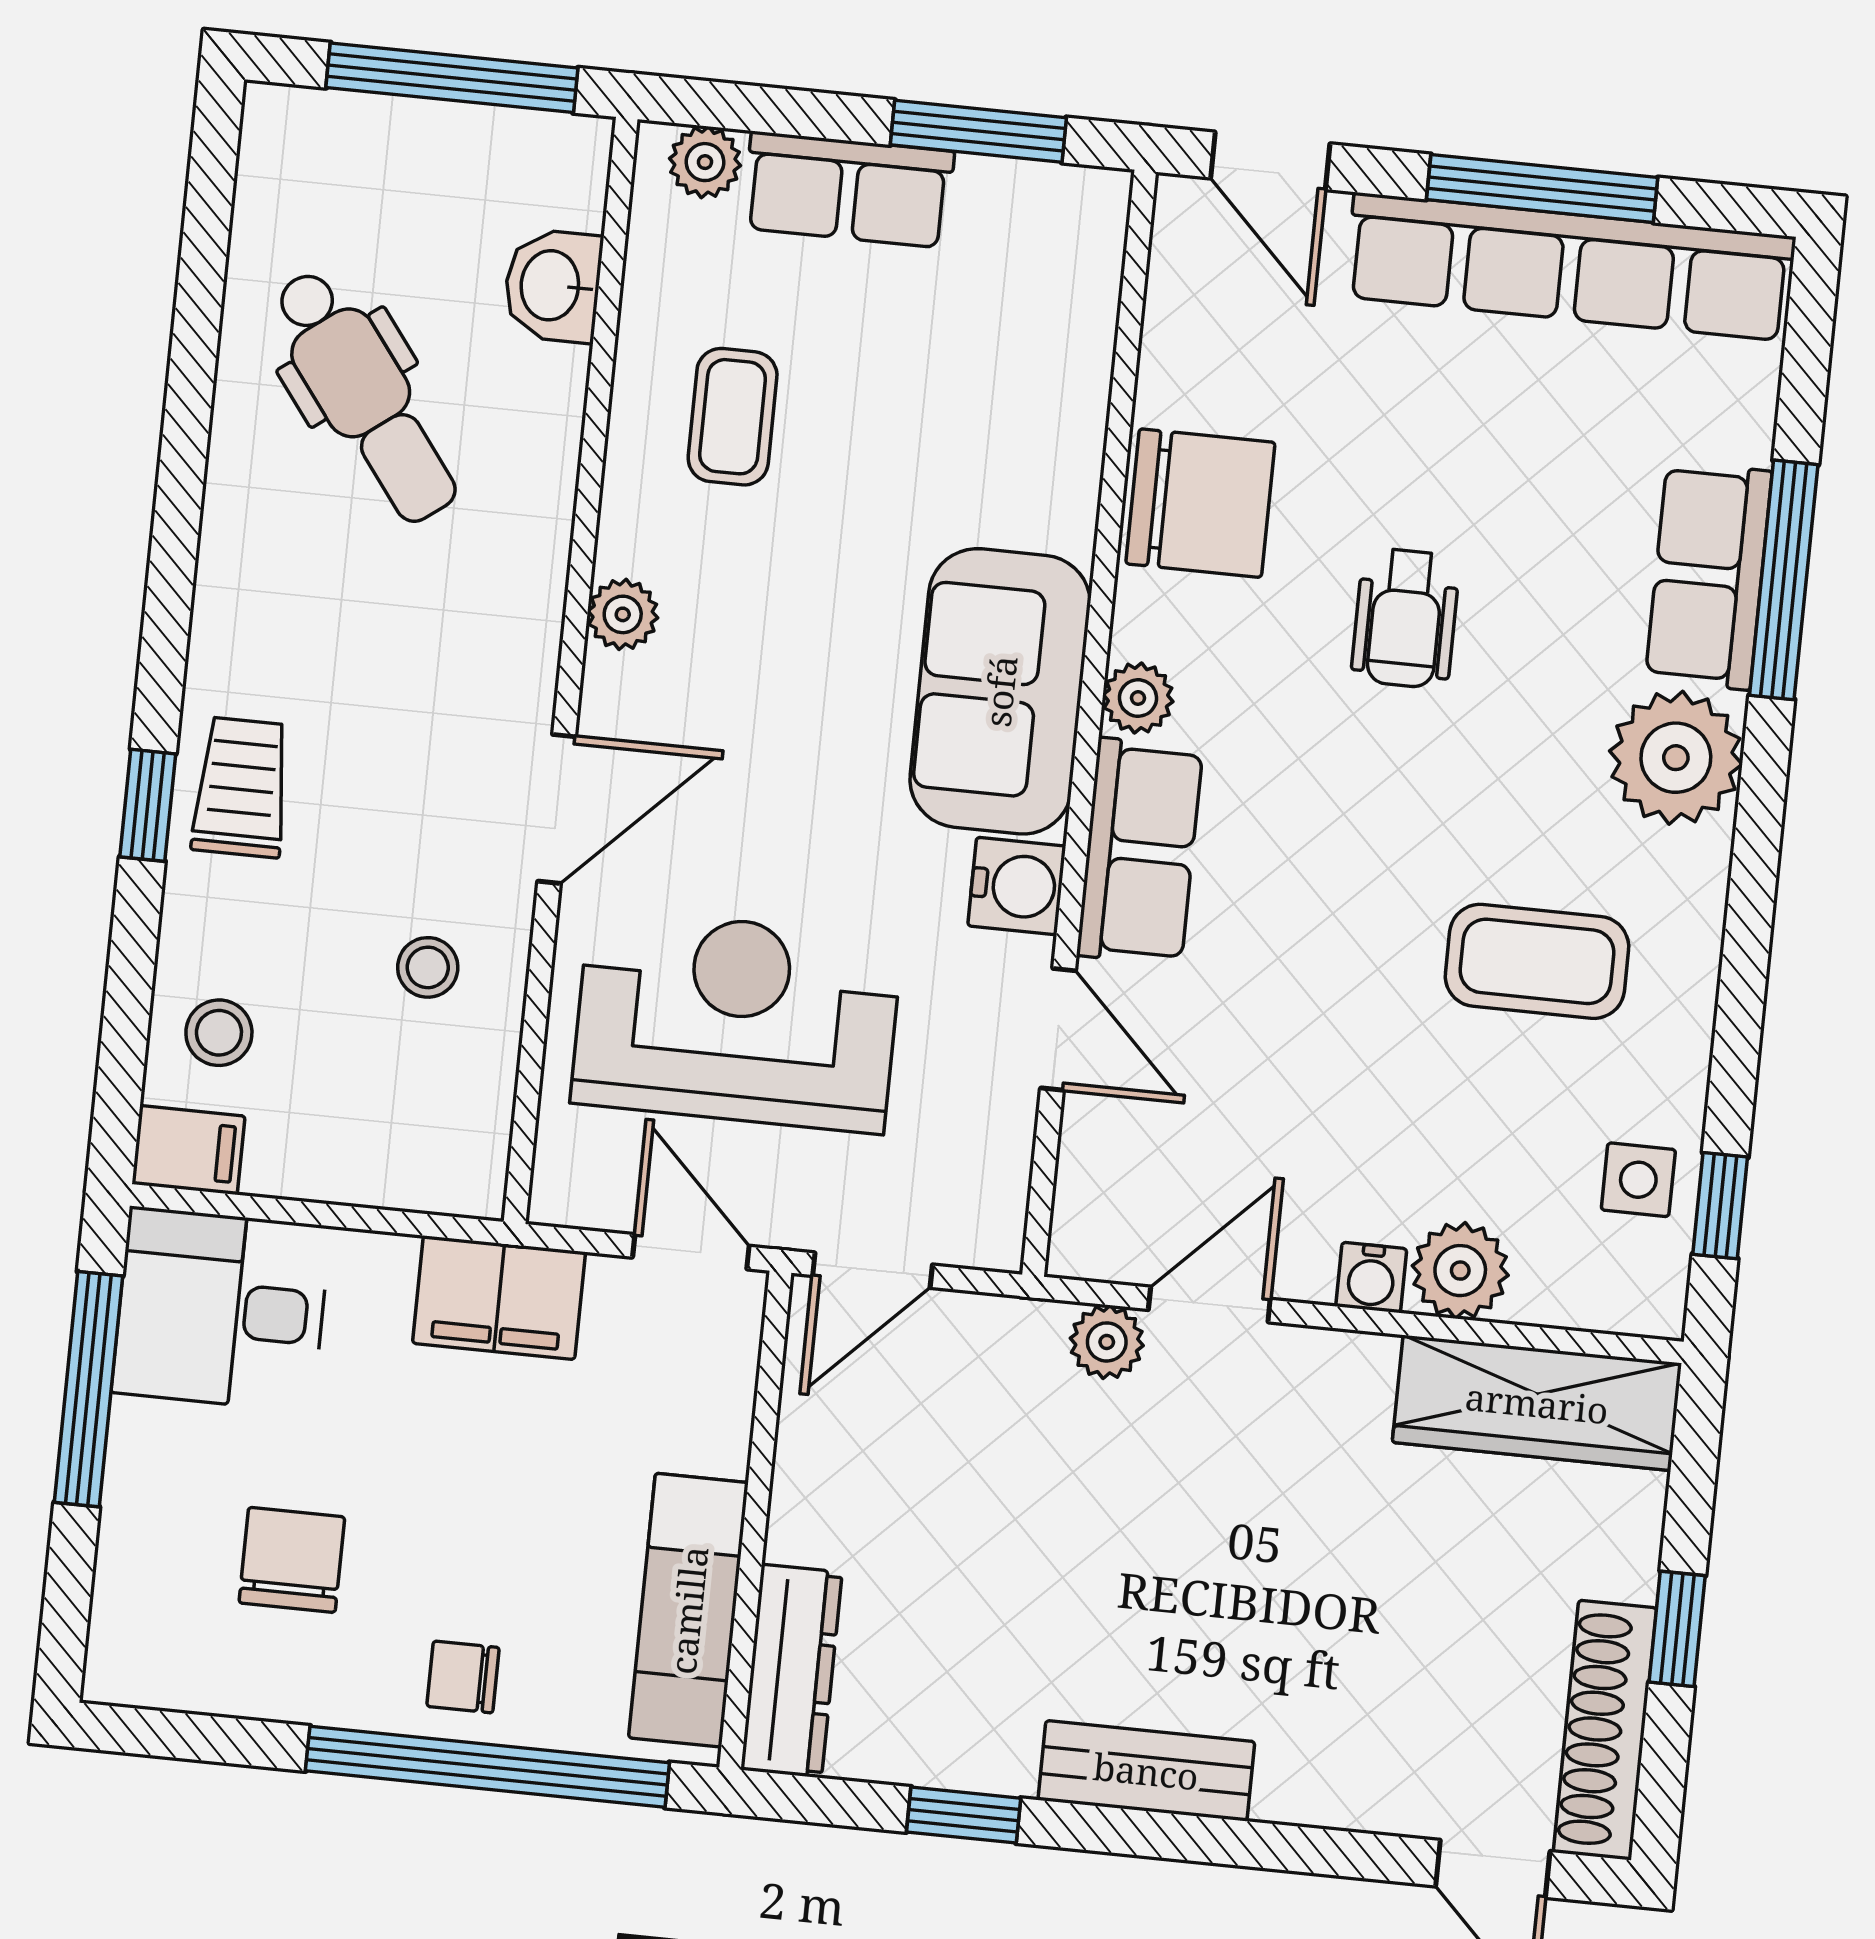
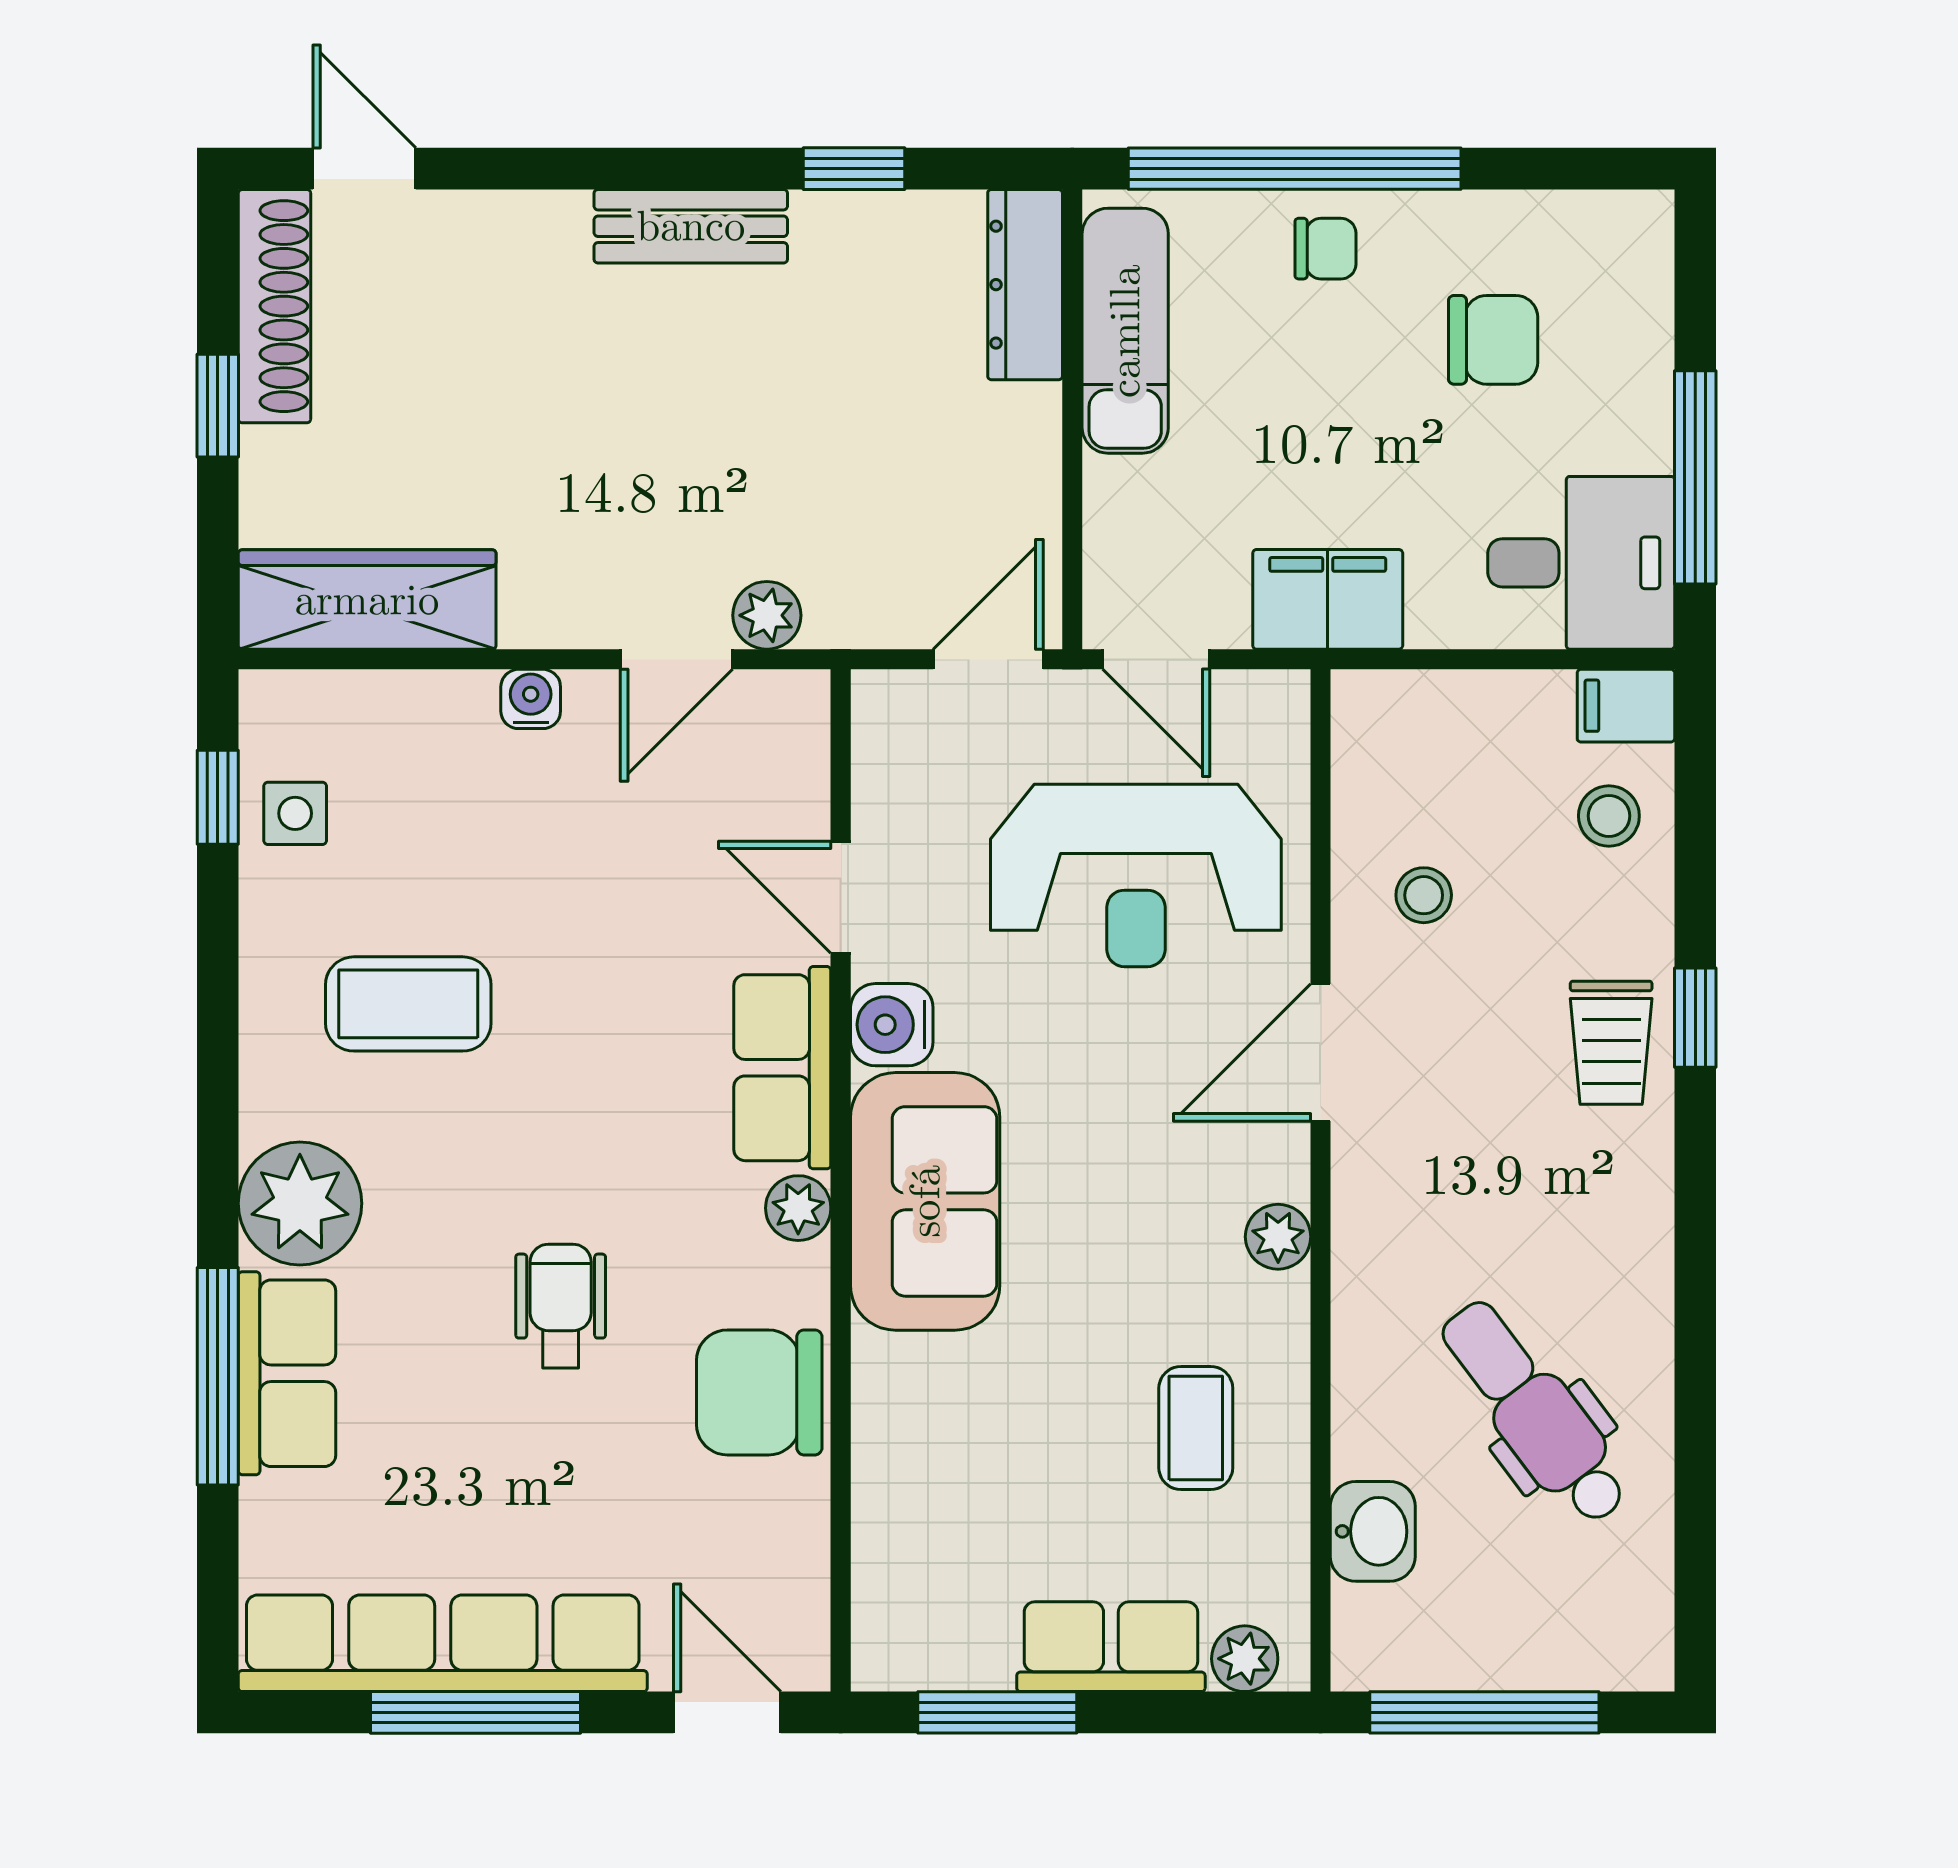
plant: (1460, 1271) -> (450, 714), removed
chair: (292, 1560) -> (1493, 340), turned -90

